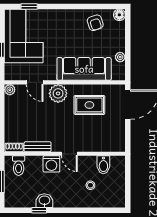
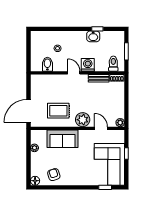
sofa: (84, 69) -> (62, 139), width x0.73

